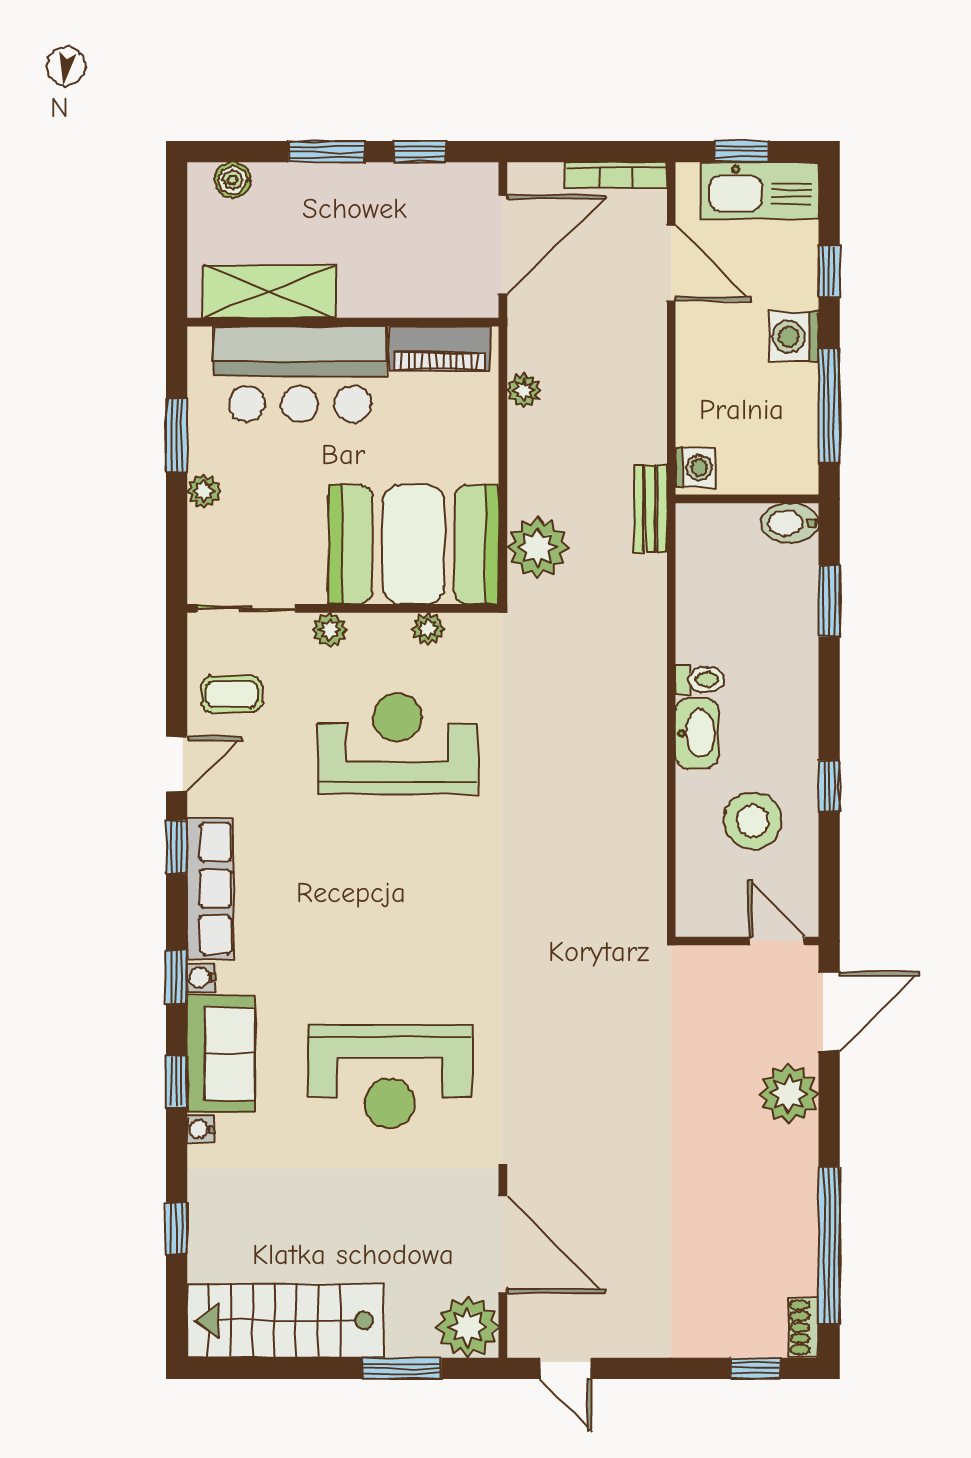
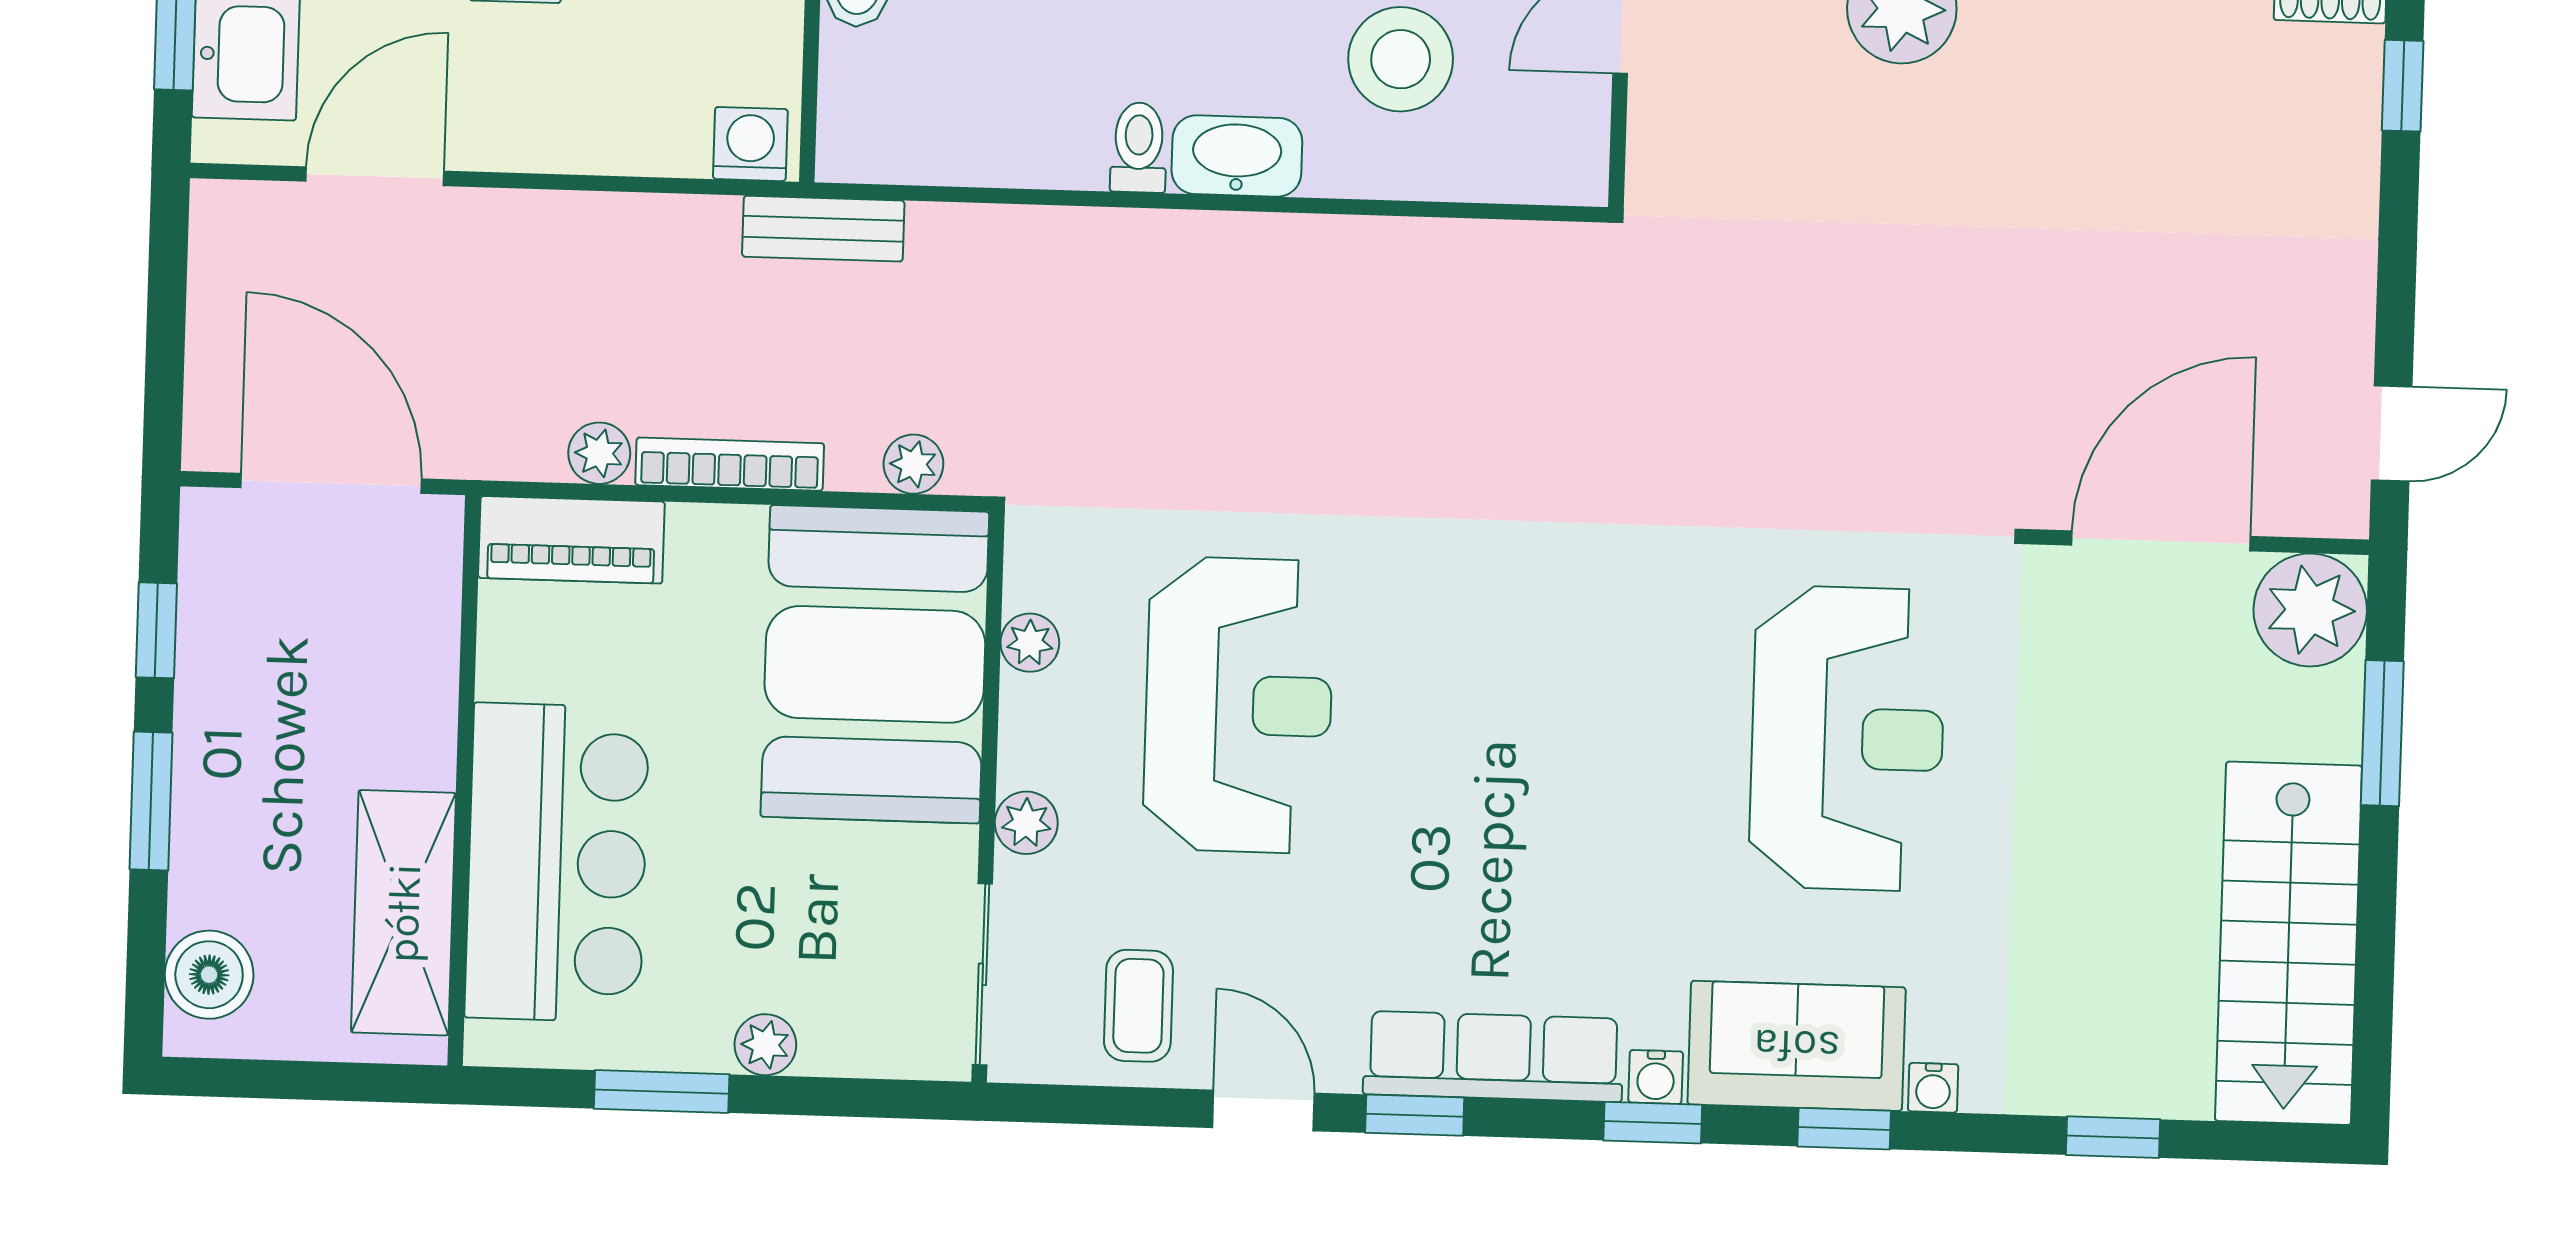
bookcase: (616, 175) -> (730, 464), moved, turned -90
boiler: (233, 180) -> (209, 975), width x1.36, depth x1.36
piano: (440, 349) -> (571, 540), moved, turned 90
plant: (538, 548) -> (913, 464), width x0.53, depth x0.53
reception desk: (397, 744) -> (1239, 705), turned 180

